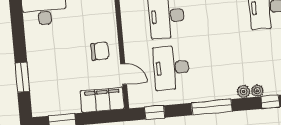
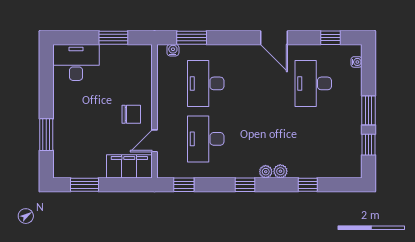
door: (124, 74) -> (155, 141), swing flipped
plant: (257, 91) -> (266, 172), moved
window: (212, 107) -> (245, 185), width x0.46

